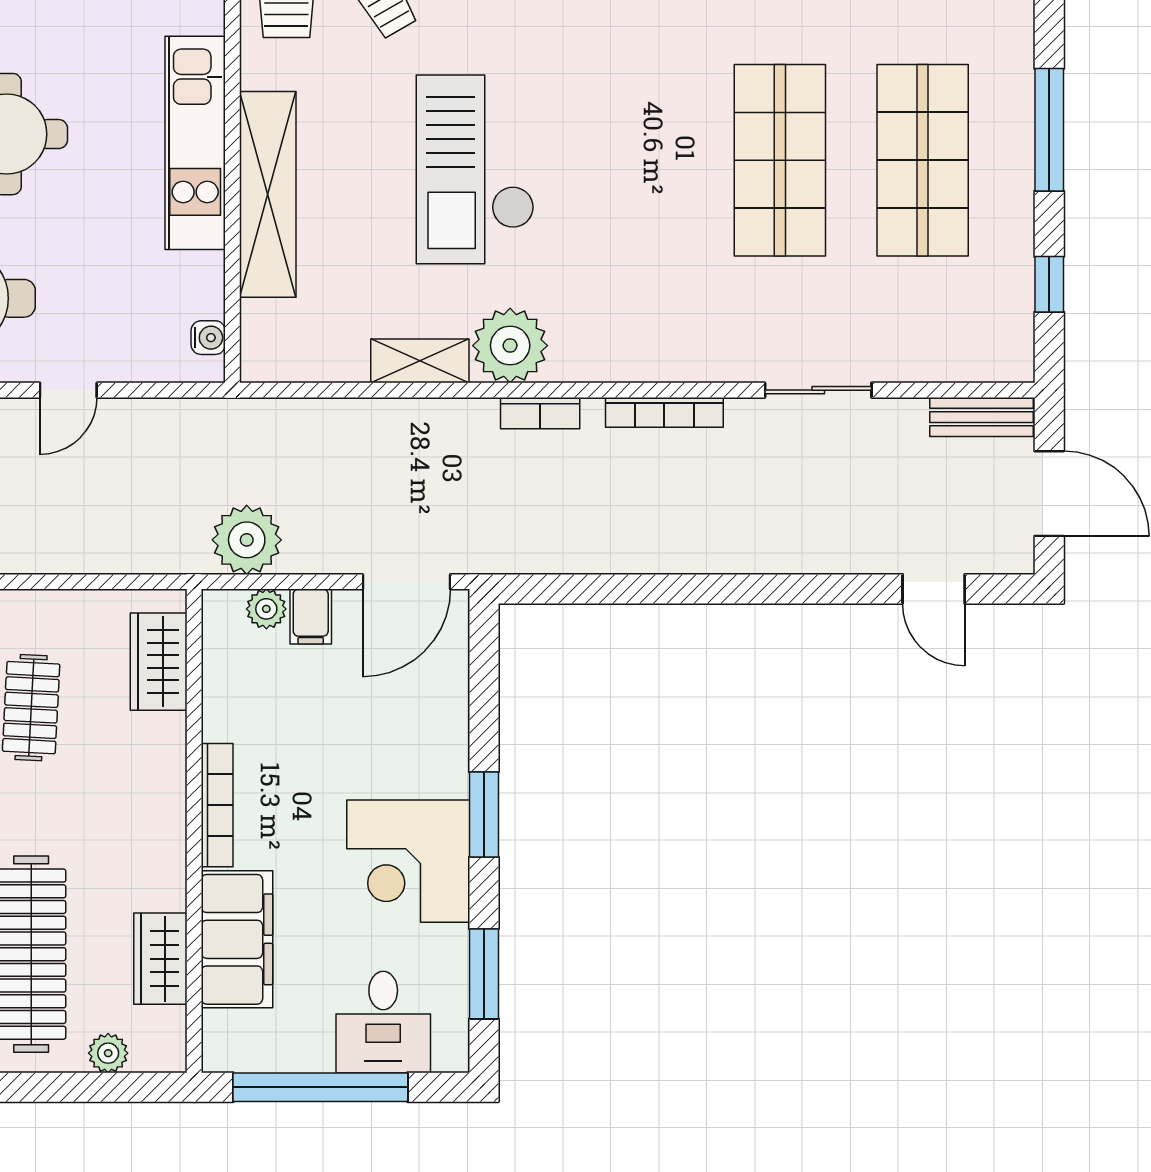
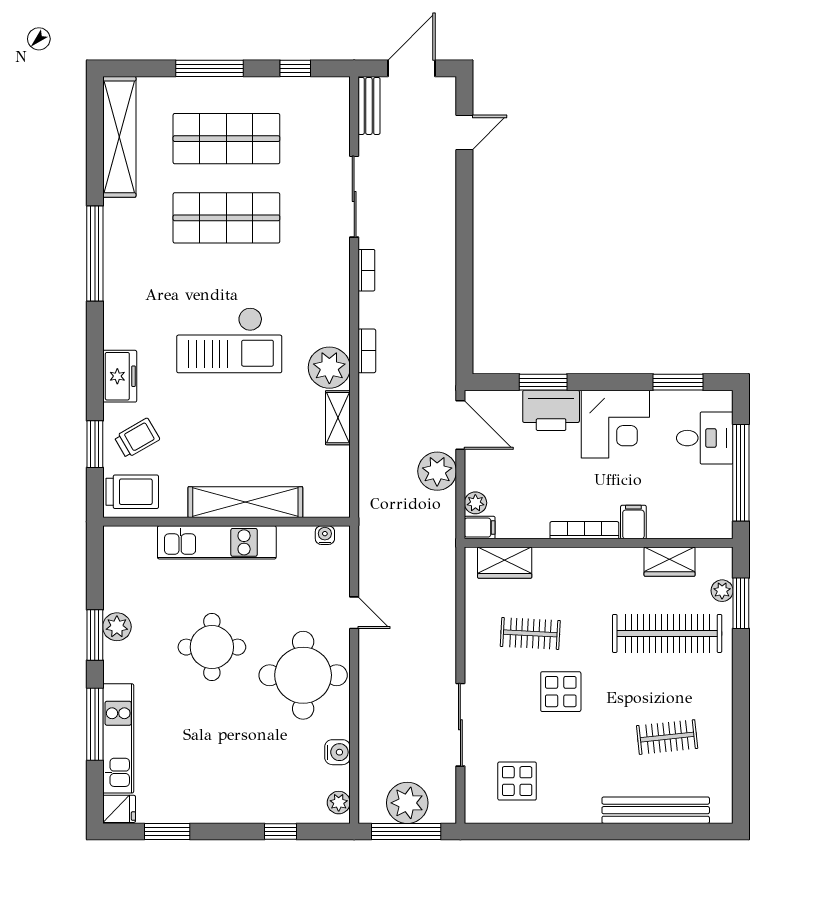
checkout: (475, 169) -> (229, 340), moved
sliding door: (818, 390) -> (354, 197), width x1.37
bookcase: (664, 412) -> (366, 270), width x0.64
plant: (247, 540) -> (437, 471), moved
filing cabinet: (311, 616) -> (480, 528), moved
printer: (433, 745) -> (551, 410), added
window: (484, 815) -> (543, 382), moved
filing cabinet: (237, 939) -> (633, 522), width x0.33, depth x0.86
window: (85, 1087) -> (741, 603), added

